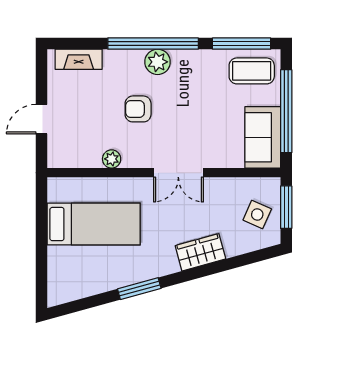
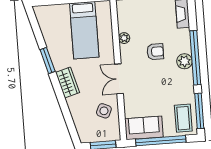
armchair: (138, 109) -> (155, 52), turned 90
side table: (257, 215) -> (104, 111), moved
wardrobe: (200, 252) -> (67, 83), moved

